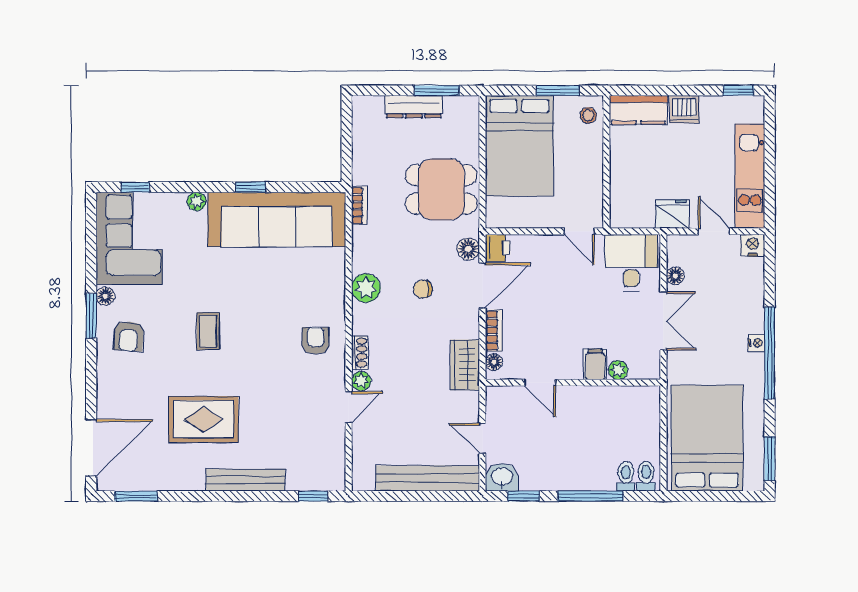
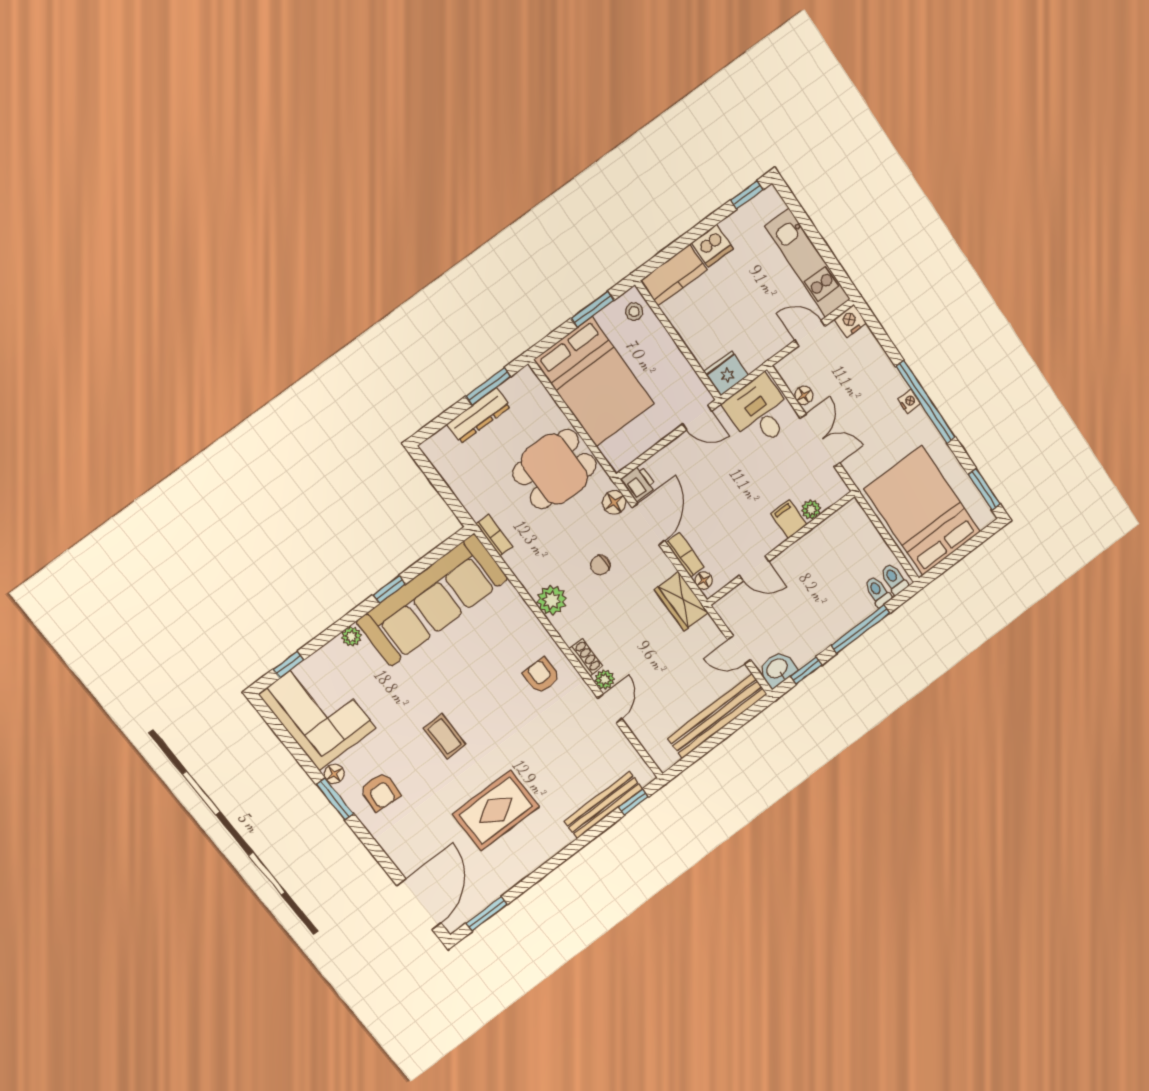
fridge: (672, 214) -> (726, 373), moved
bench: (246, 480) -> (603, 805), moved

